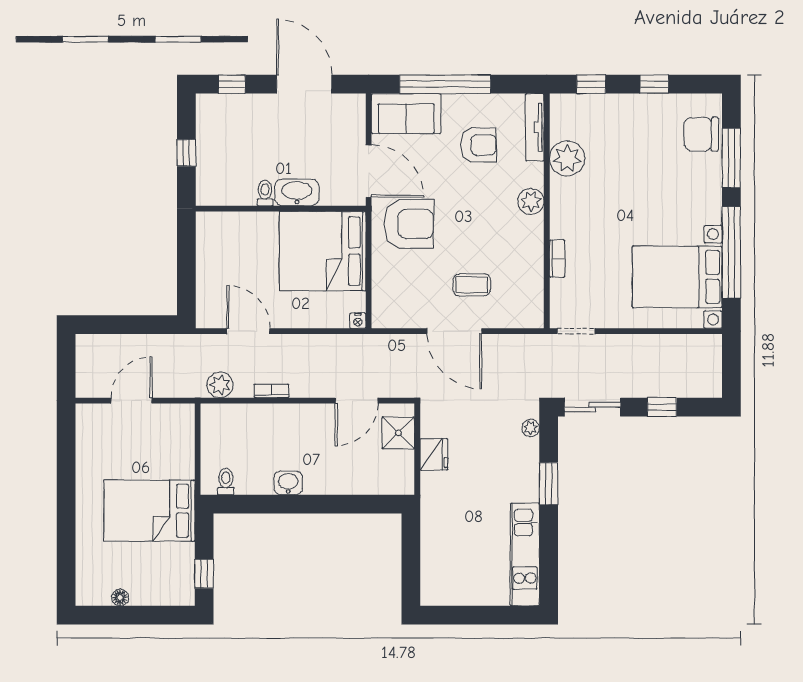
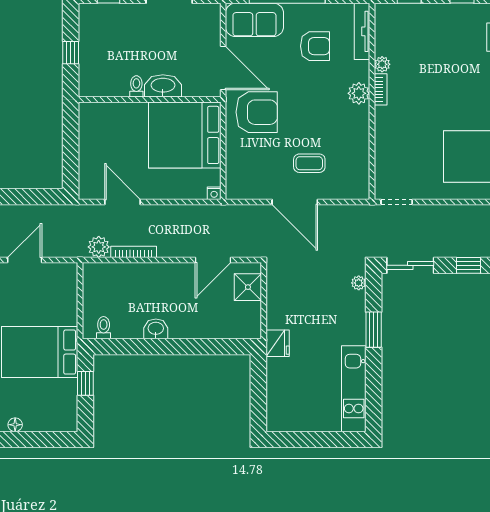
plant: (567, 158) -> (382, 64), width x0.53, depth x0.53
bookcase: (557, 259) -> (381, 89), moved
bookcase: (271, 391) -> (134, 252), width x1.56
fridge: (434, 454) -> (278, 343), moved
window: (204, 574) -> (85, 383), moved

